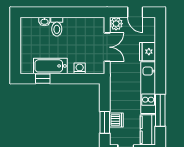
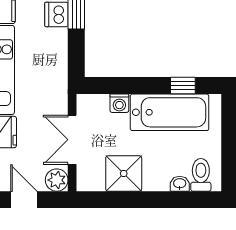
toilet: (57, 27) -> (201, 175), moved
shower: (77, 27) -> (124, 173), added
bathtub: (50, 66) -> (170, 112), width x1.36, depth x1.36

